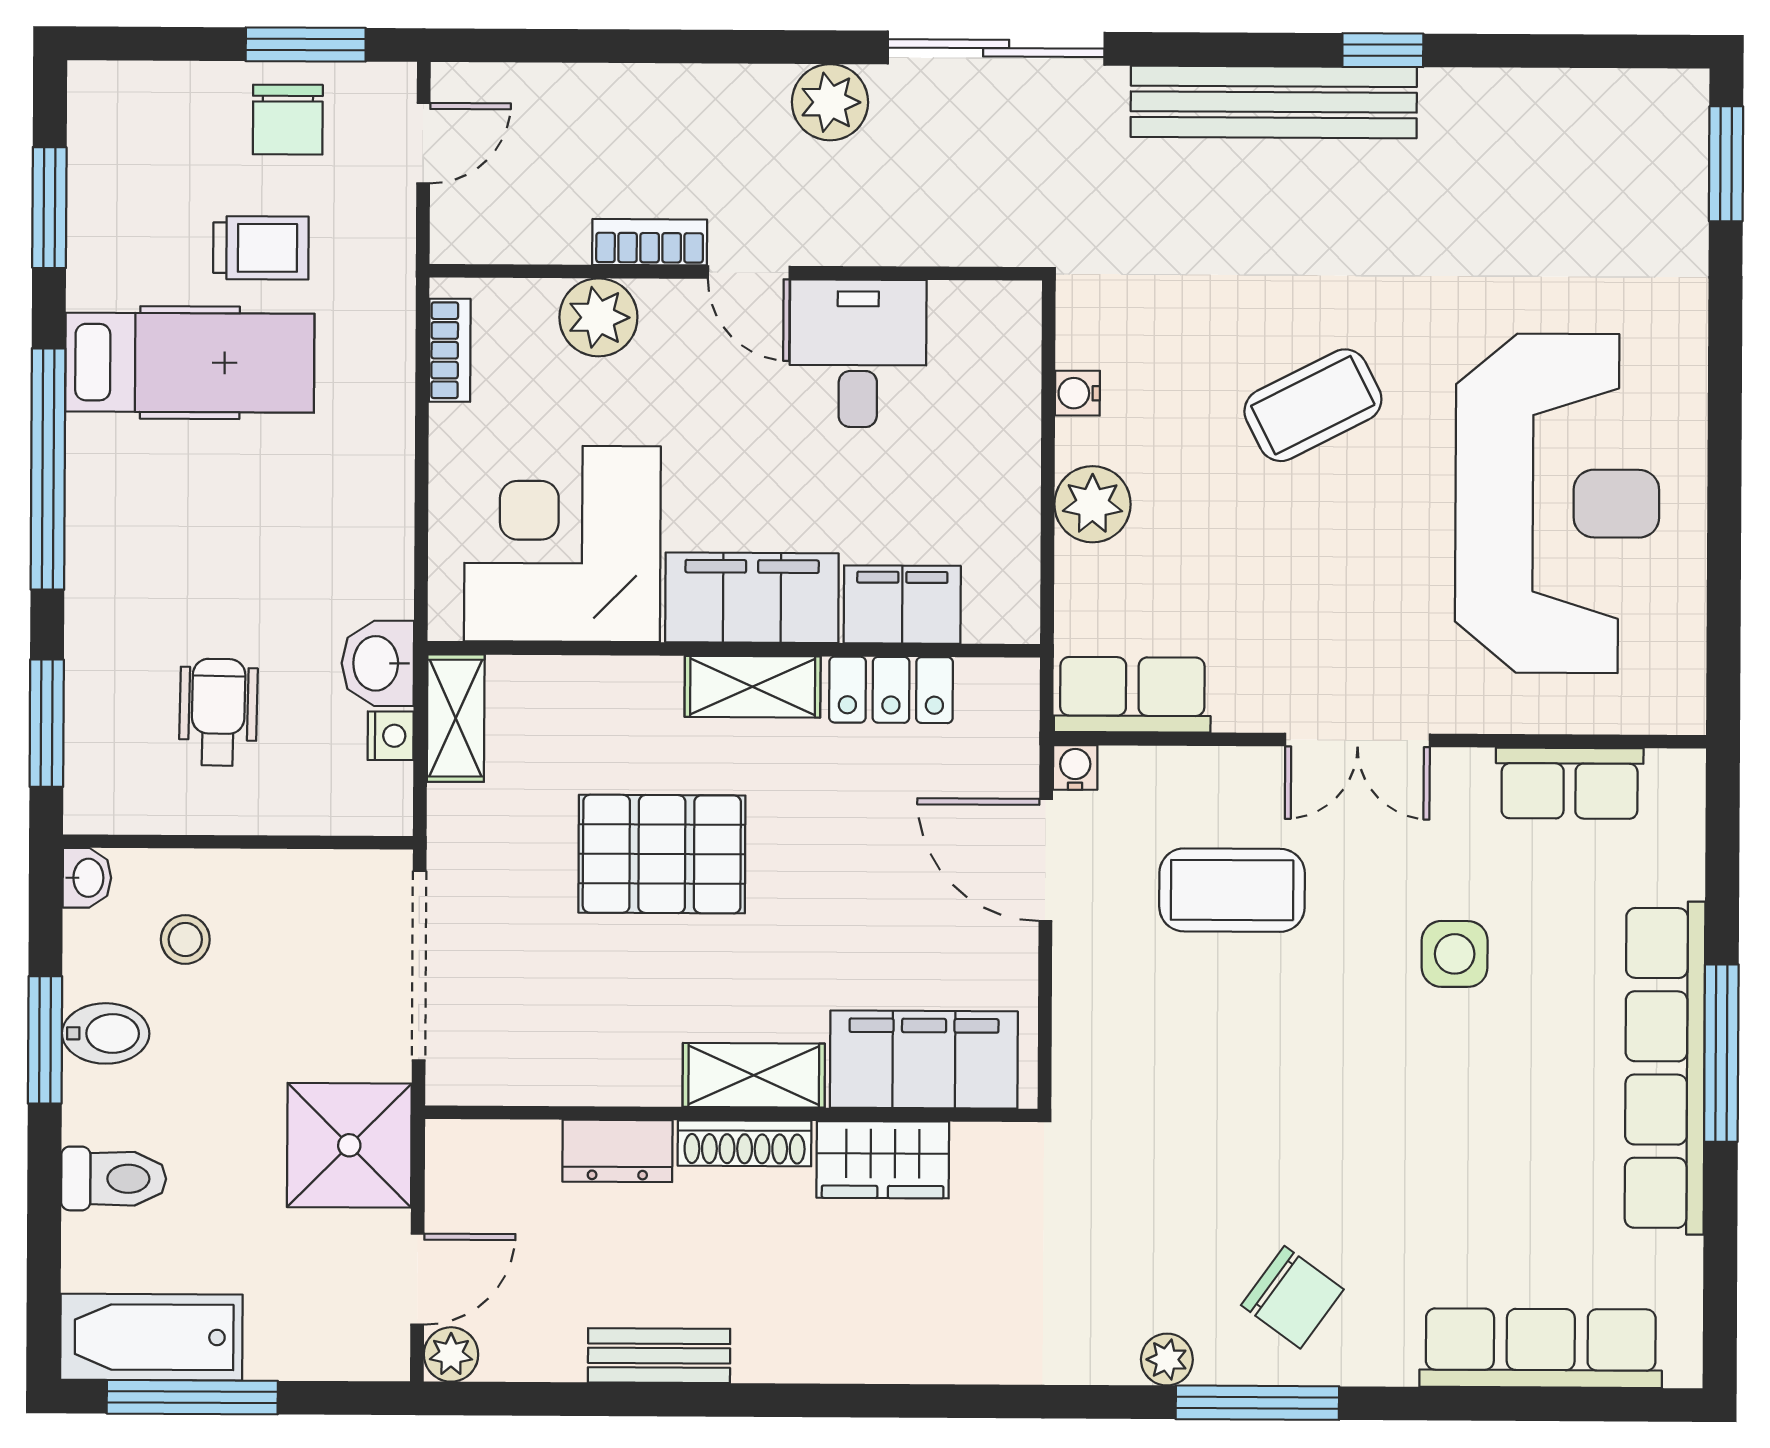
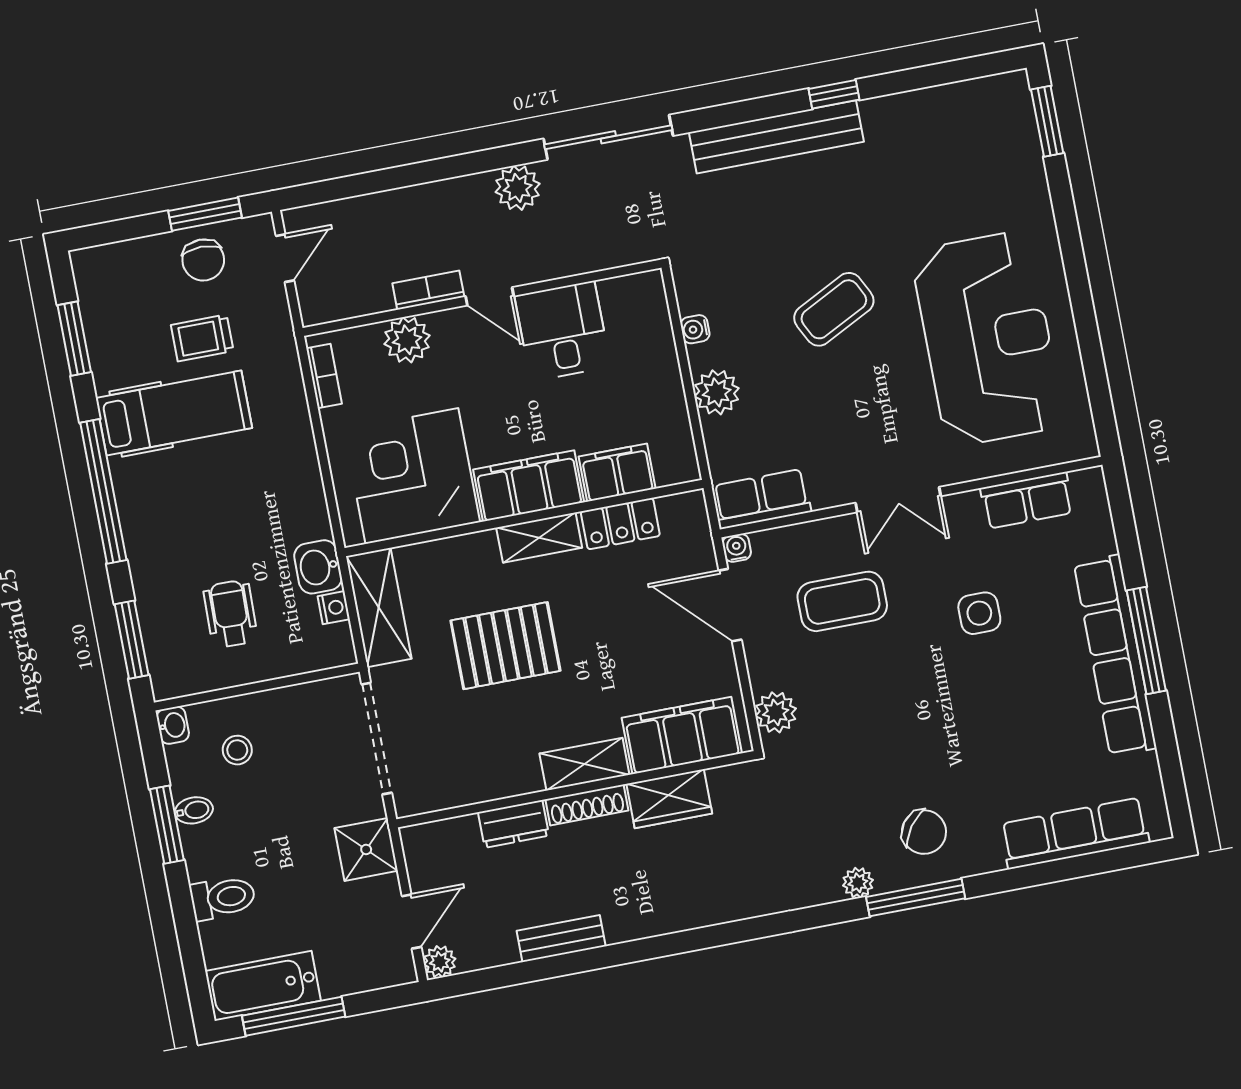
trolley: (261, 248) -> (202, 338), turned 180
shelving: (456, 718) -> (379, 607), width x1.50, depth x1.33
bidet: (106, 1033) -> (194, 810), width x0.72, depth x0.74
plant: (1086, 1052) -> (776, 712), added
shower: (349, 1145) -> (366, 849), width x0.73, depth x0.73

